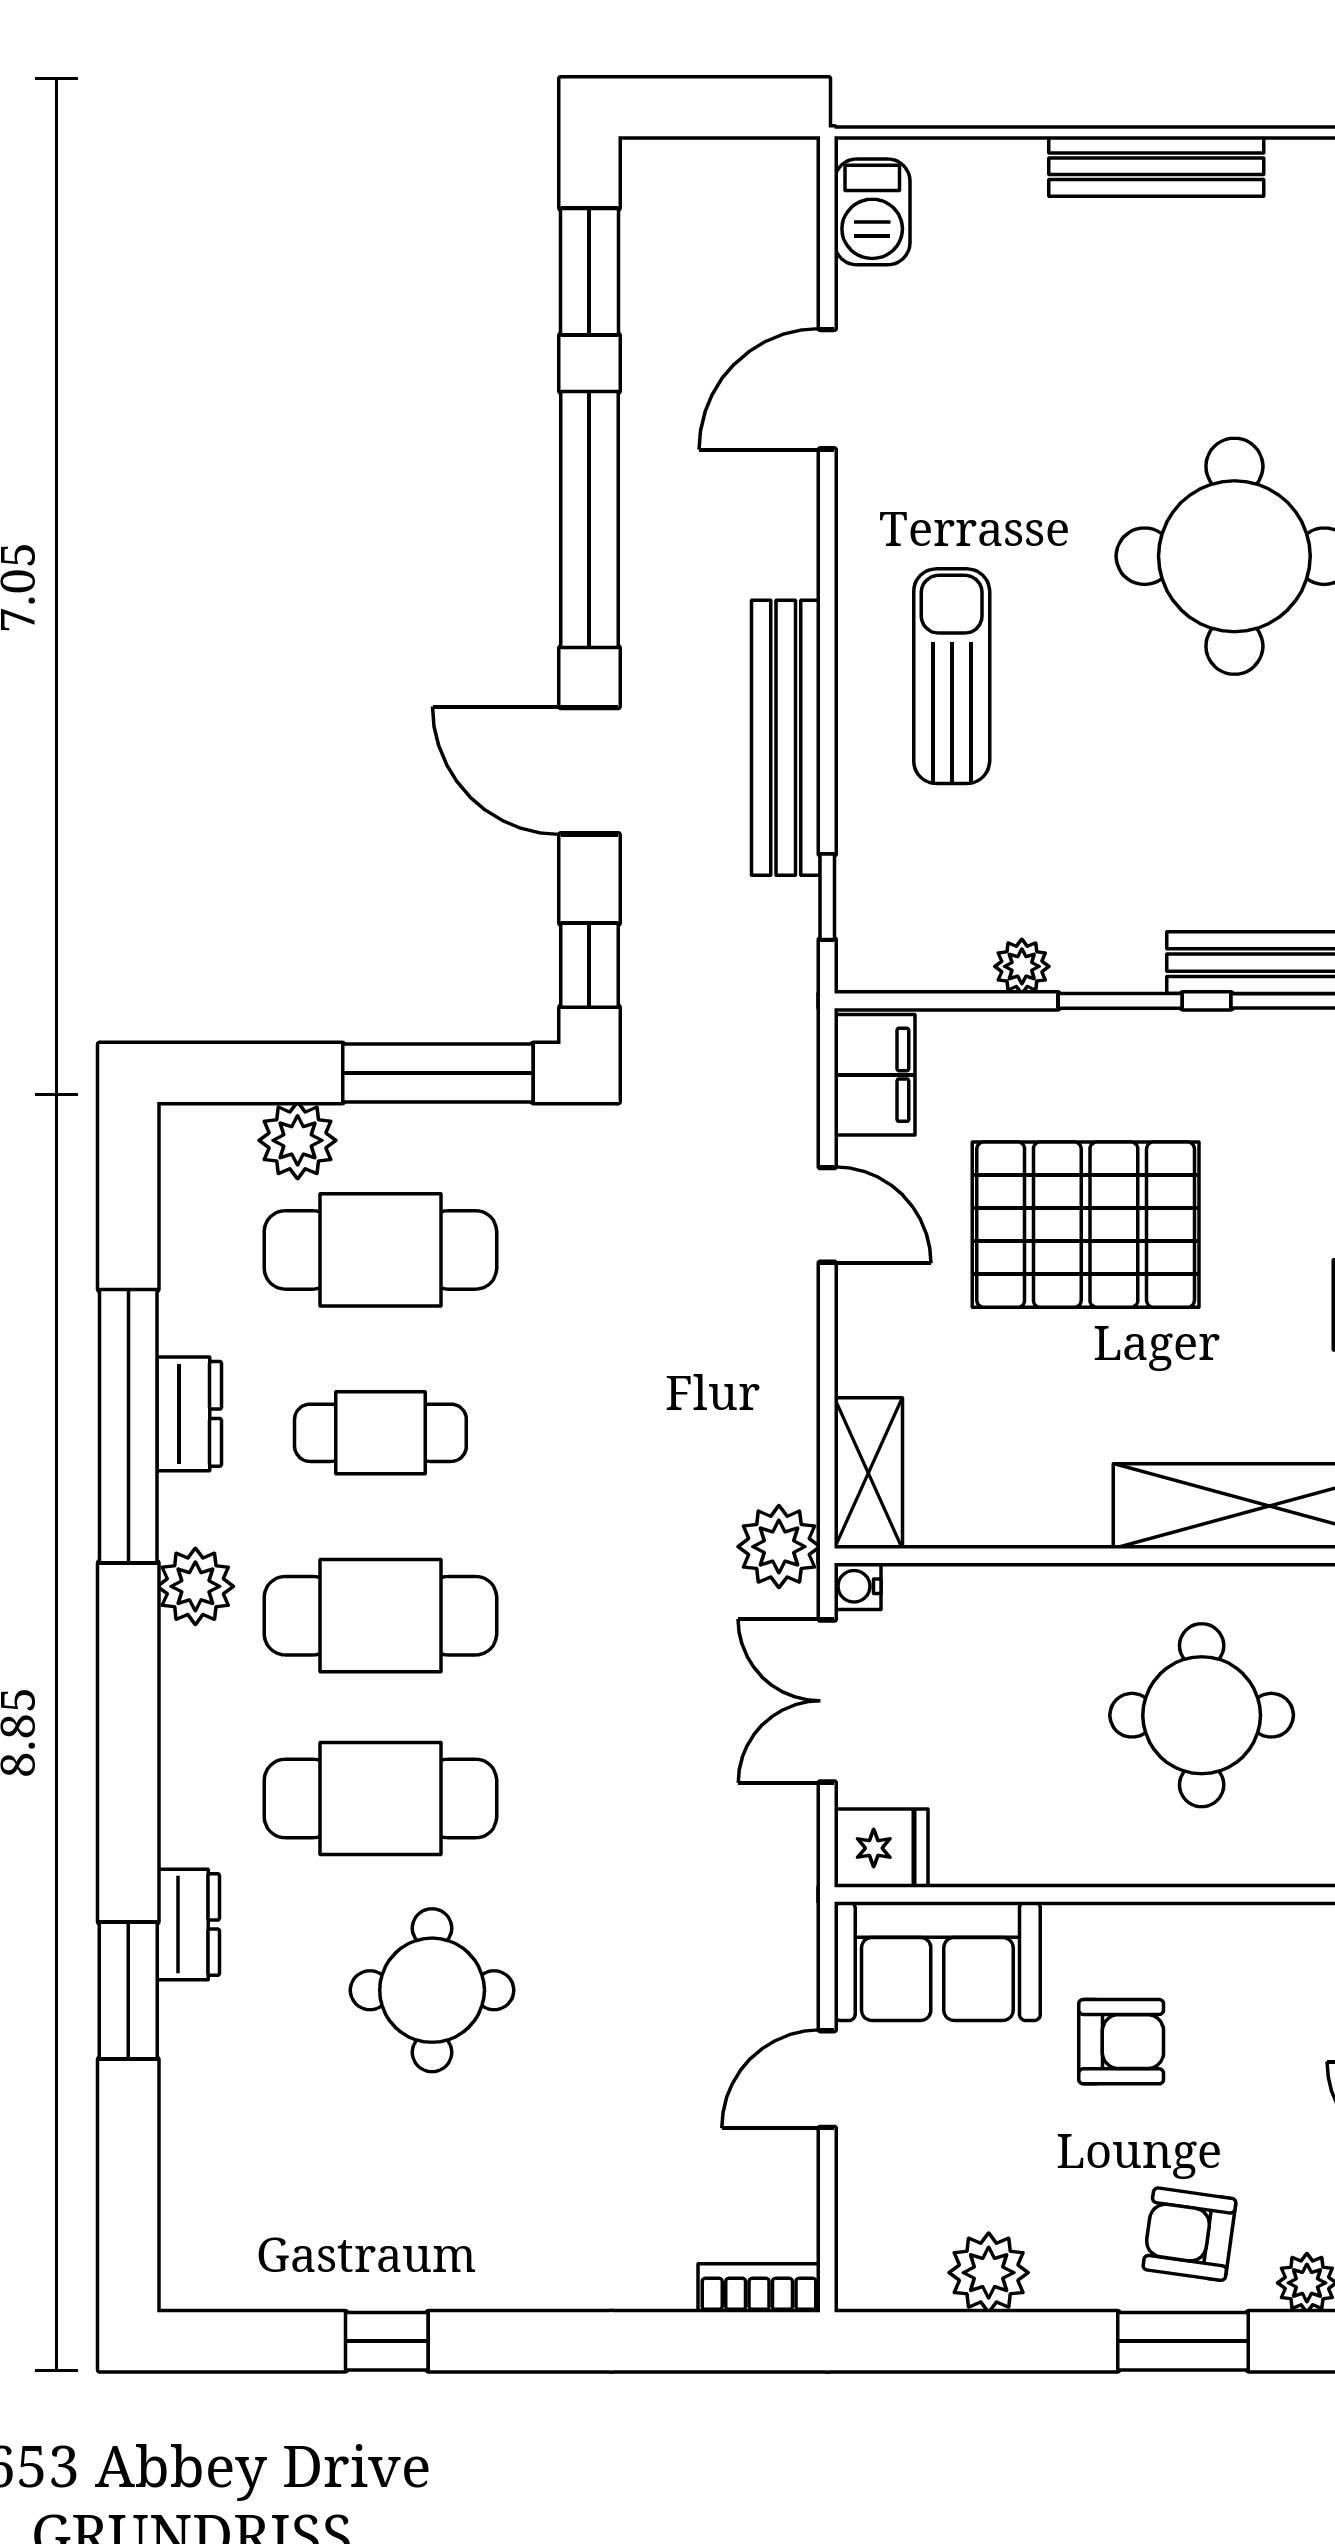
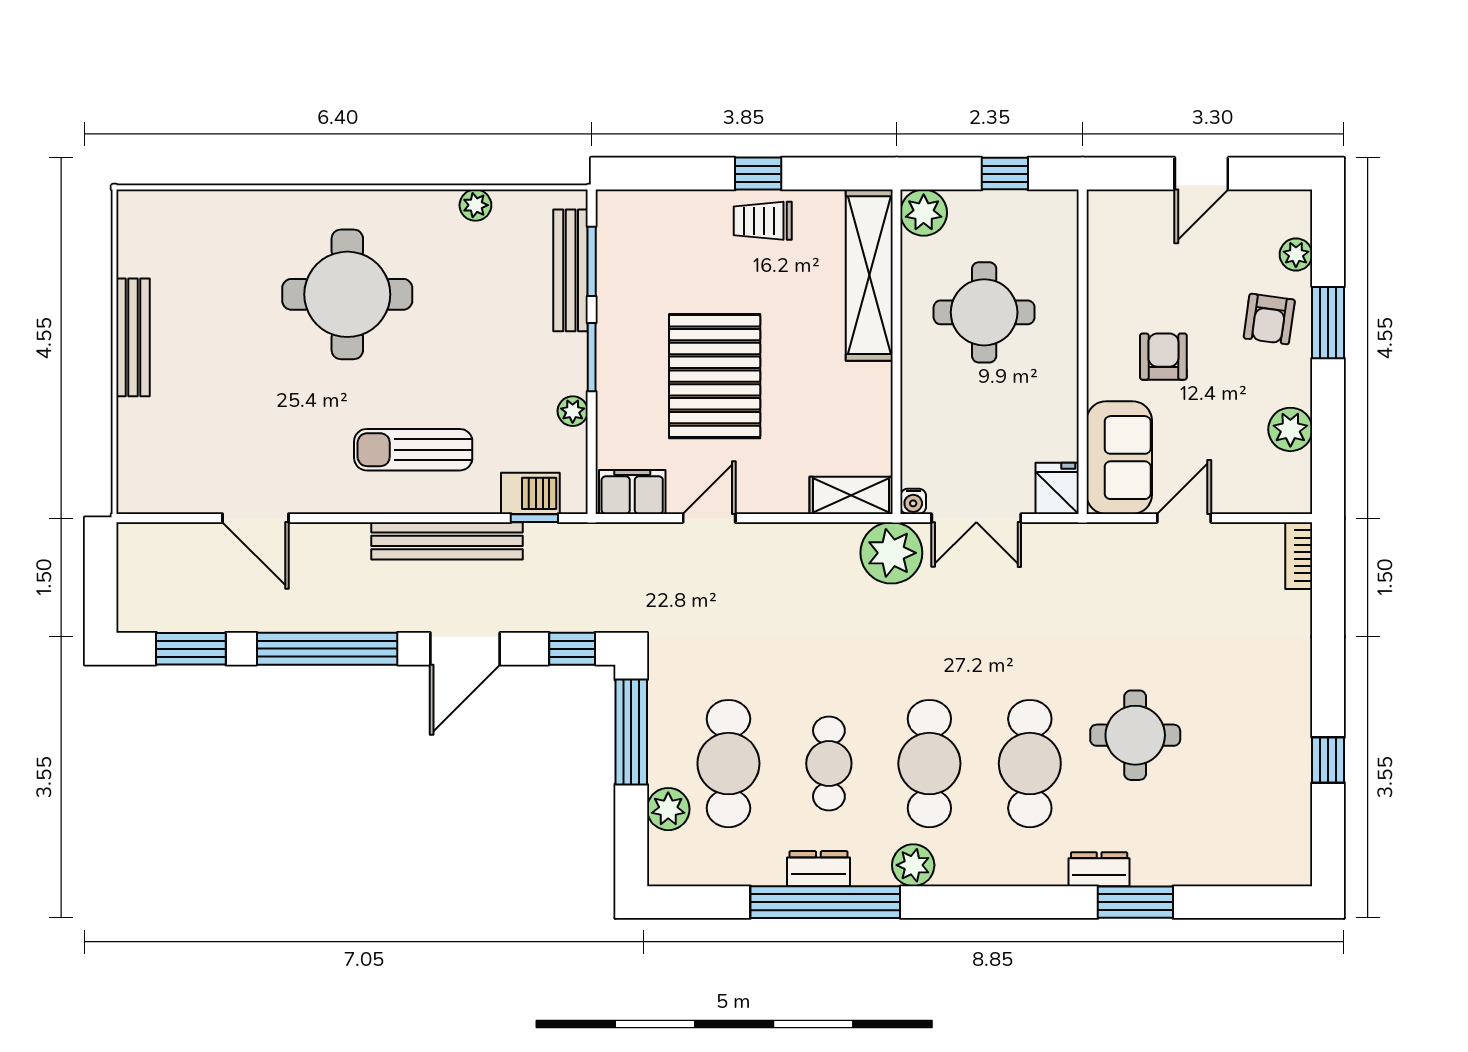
barbecue: (872, 212) -> (530, 493), moved
plant: (779, 1547) -> (891, 553), width x1.36, depth x1.36
door: (827, 2079) -> (1184, 518), swing flipped

